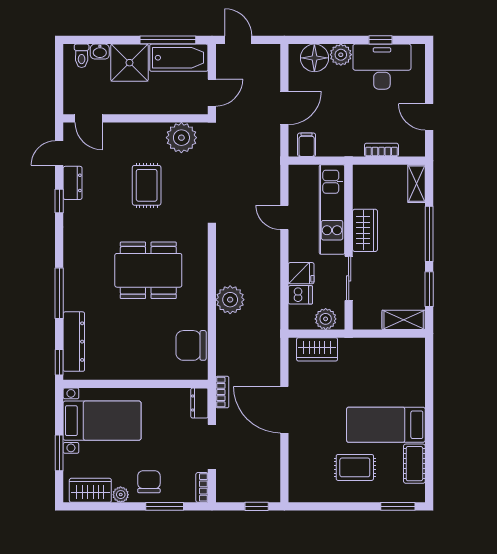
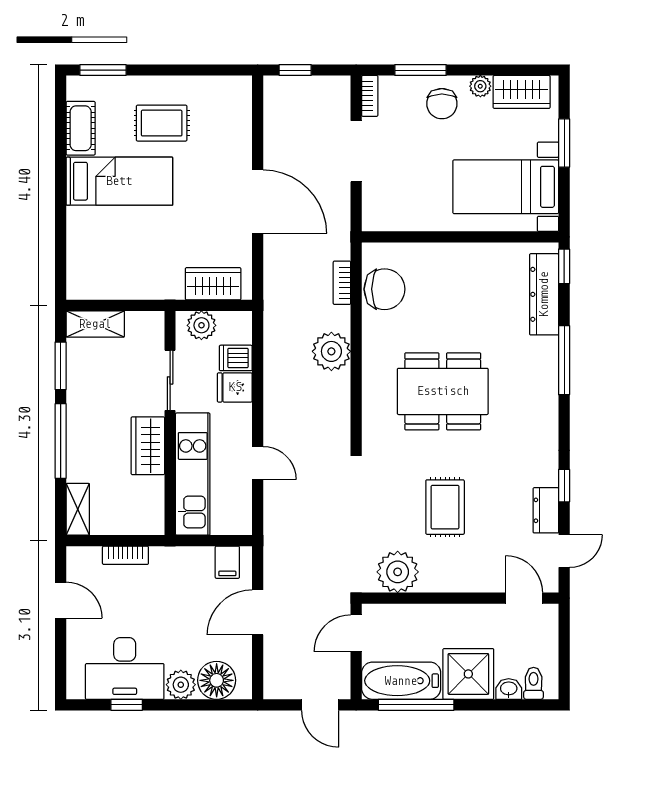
bookcase: (222, 392) -> (342, 283), moved
dresser: (199, 403) -> (373, 211), removed

